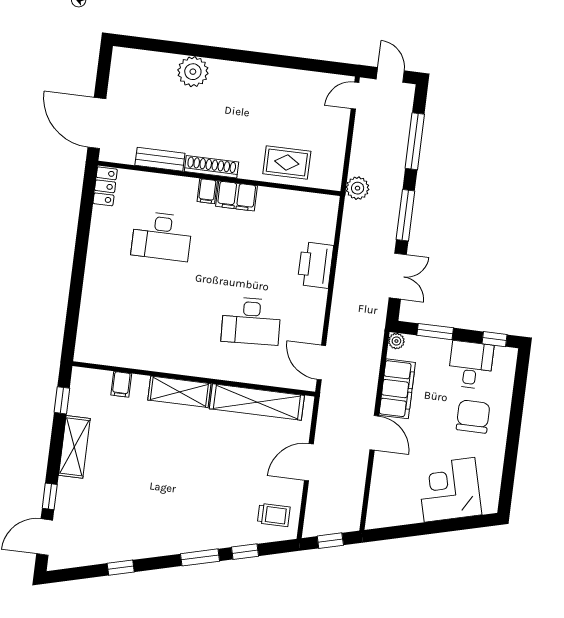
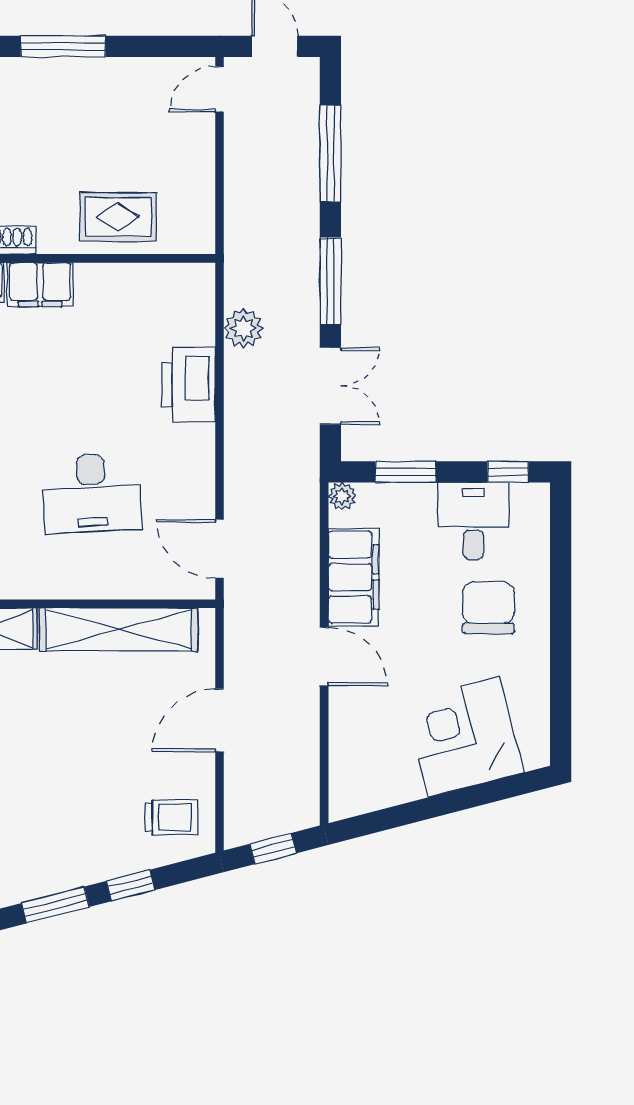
window: (267, 59) -> (63, 46), added
plant: (358, 188) -> (243, 328), moved

